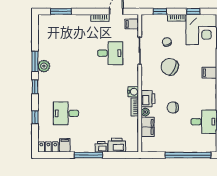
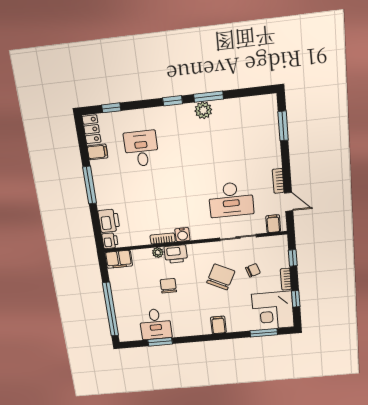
desk: (110, 53) -> (231, 200), width x1.37
window: (35, 117) -> (111, 108), moved
filing cabinet: (148, 127) -> (119, 259), moved
printer: (101, 147) -> (110, 241), moved

